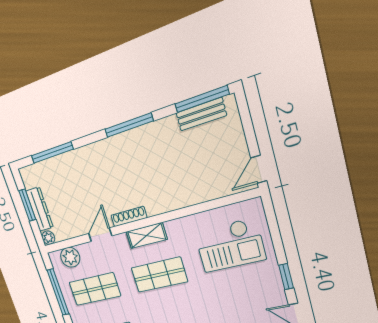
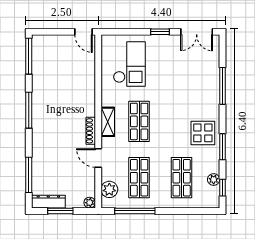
bench: (201, 114) -> (38, 59), removed
dresser: (39, 209) -> (48, 202), moved

